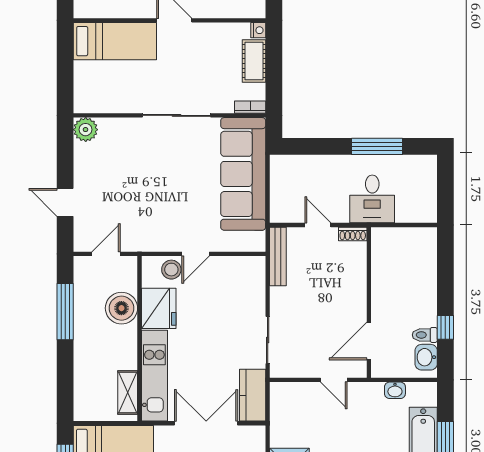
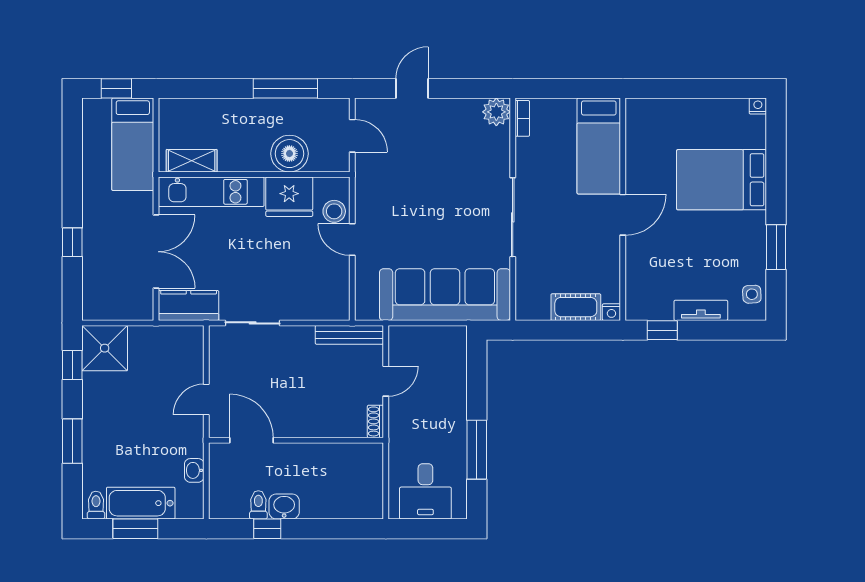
bookcase: (250, 107) -> (522, 118), moved
desk: (372, 199) -> (425, 491), moved, turned -90
washbasin: (426, 357) -> (284, 506), moved

